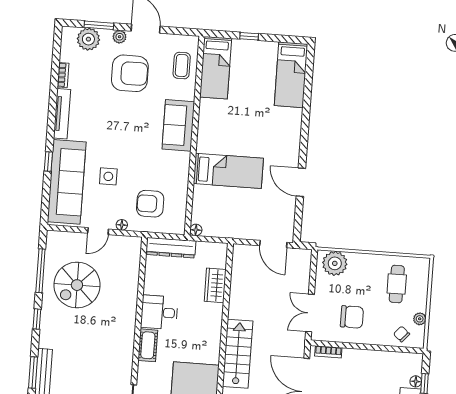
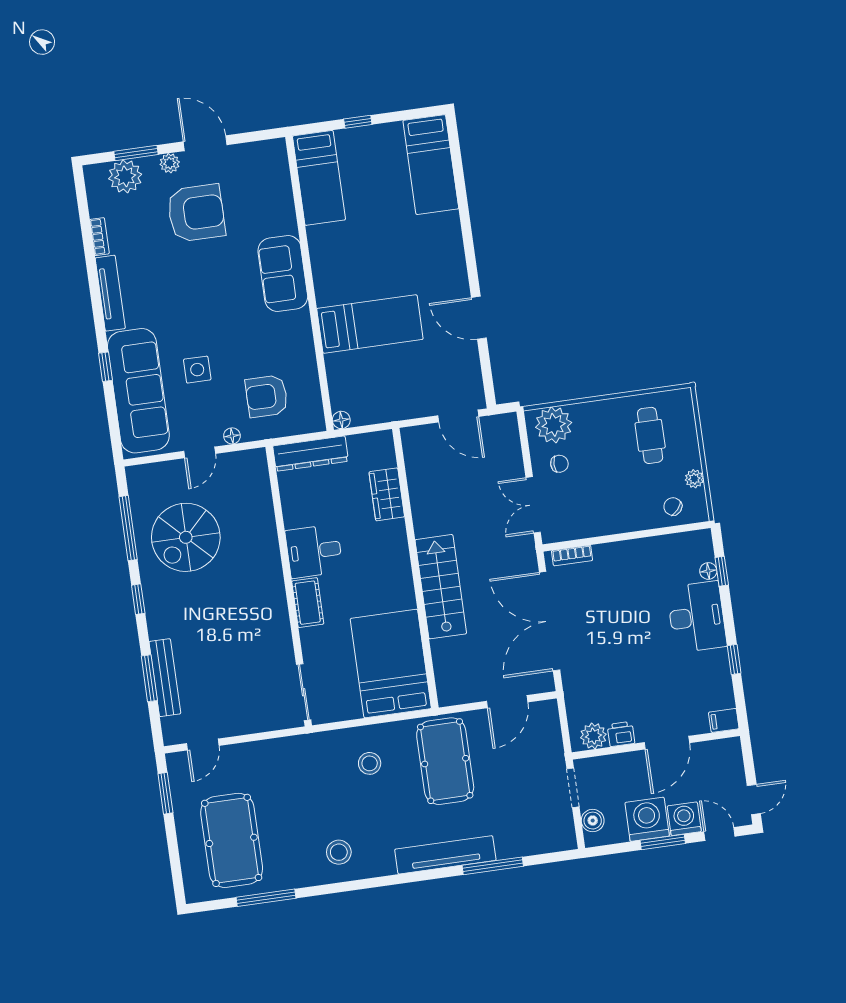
coffee table: (182, 66) -> (269, 185), removed
chair: (352, 317) -> (559, 464), moved, width x0.54, depth x0.54

